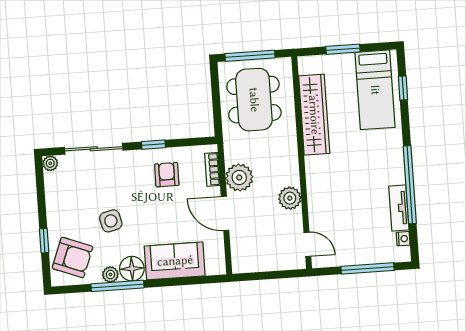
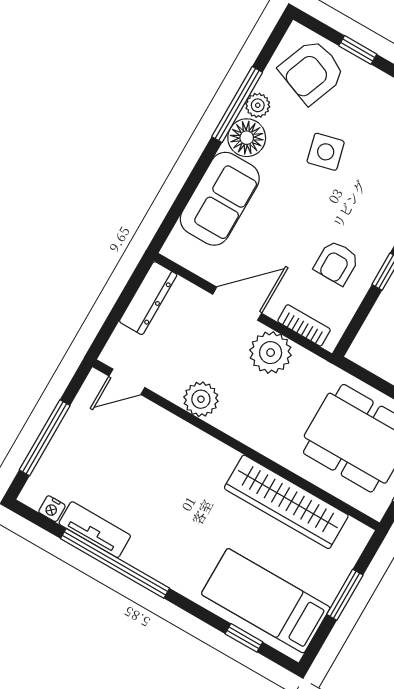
armchair: (167, 175) -> (336, 263), turned 90
dresser: (254, 263) -> (148, 298), added

